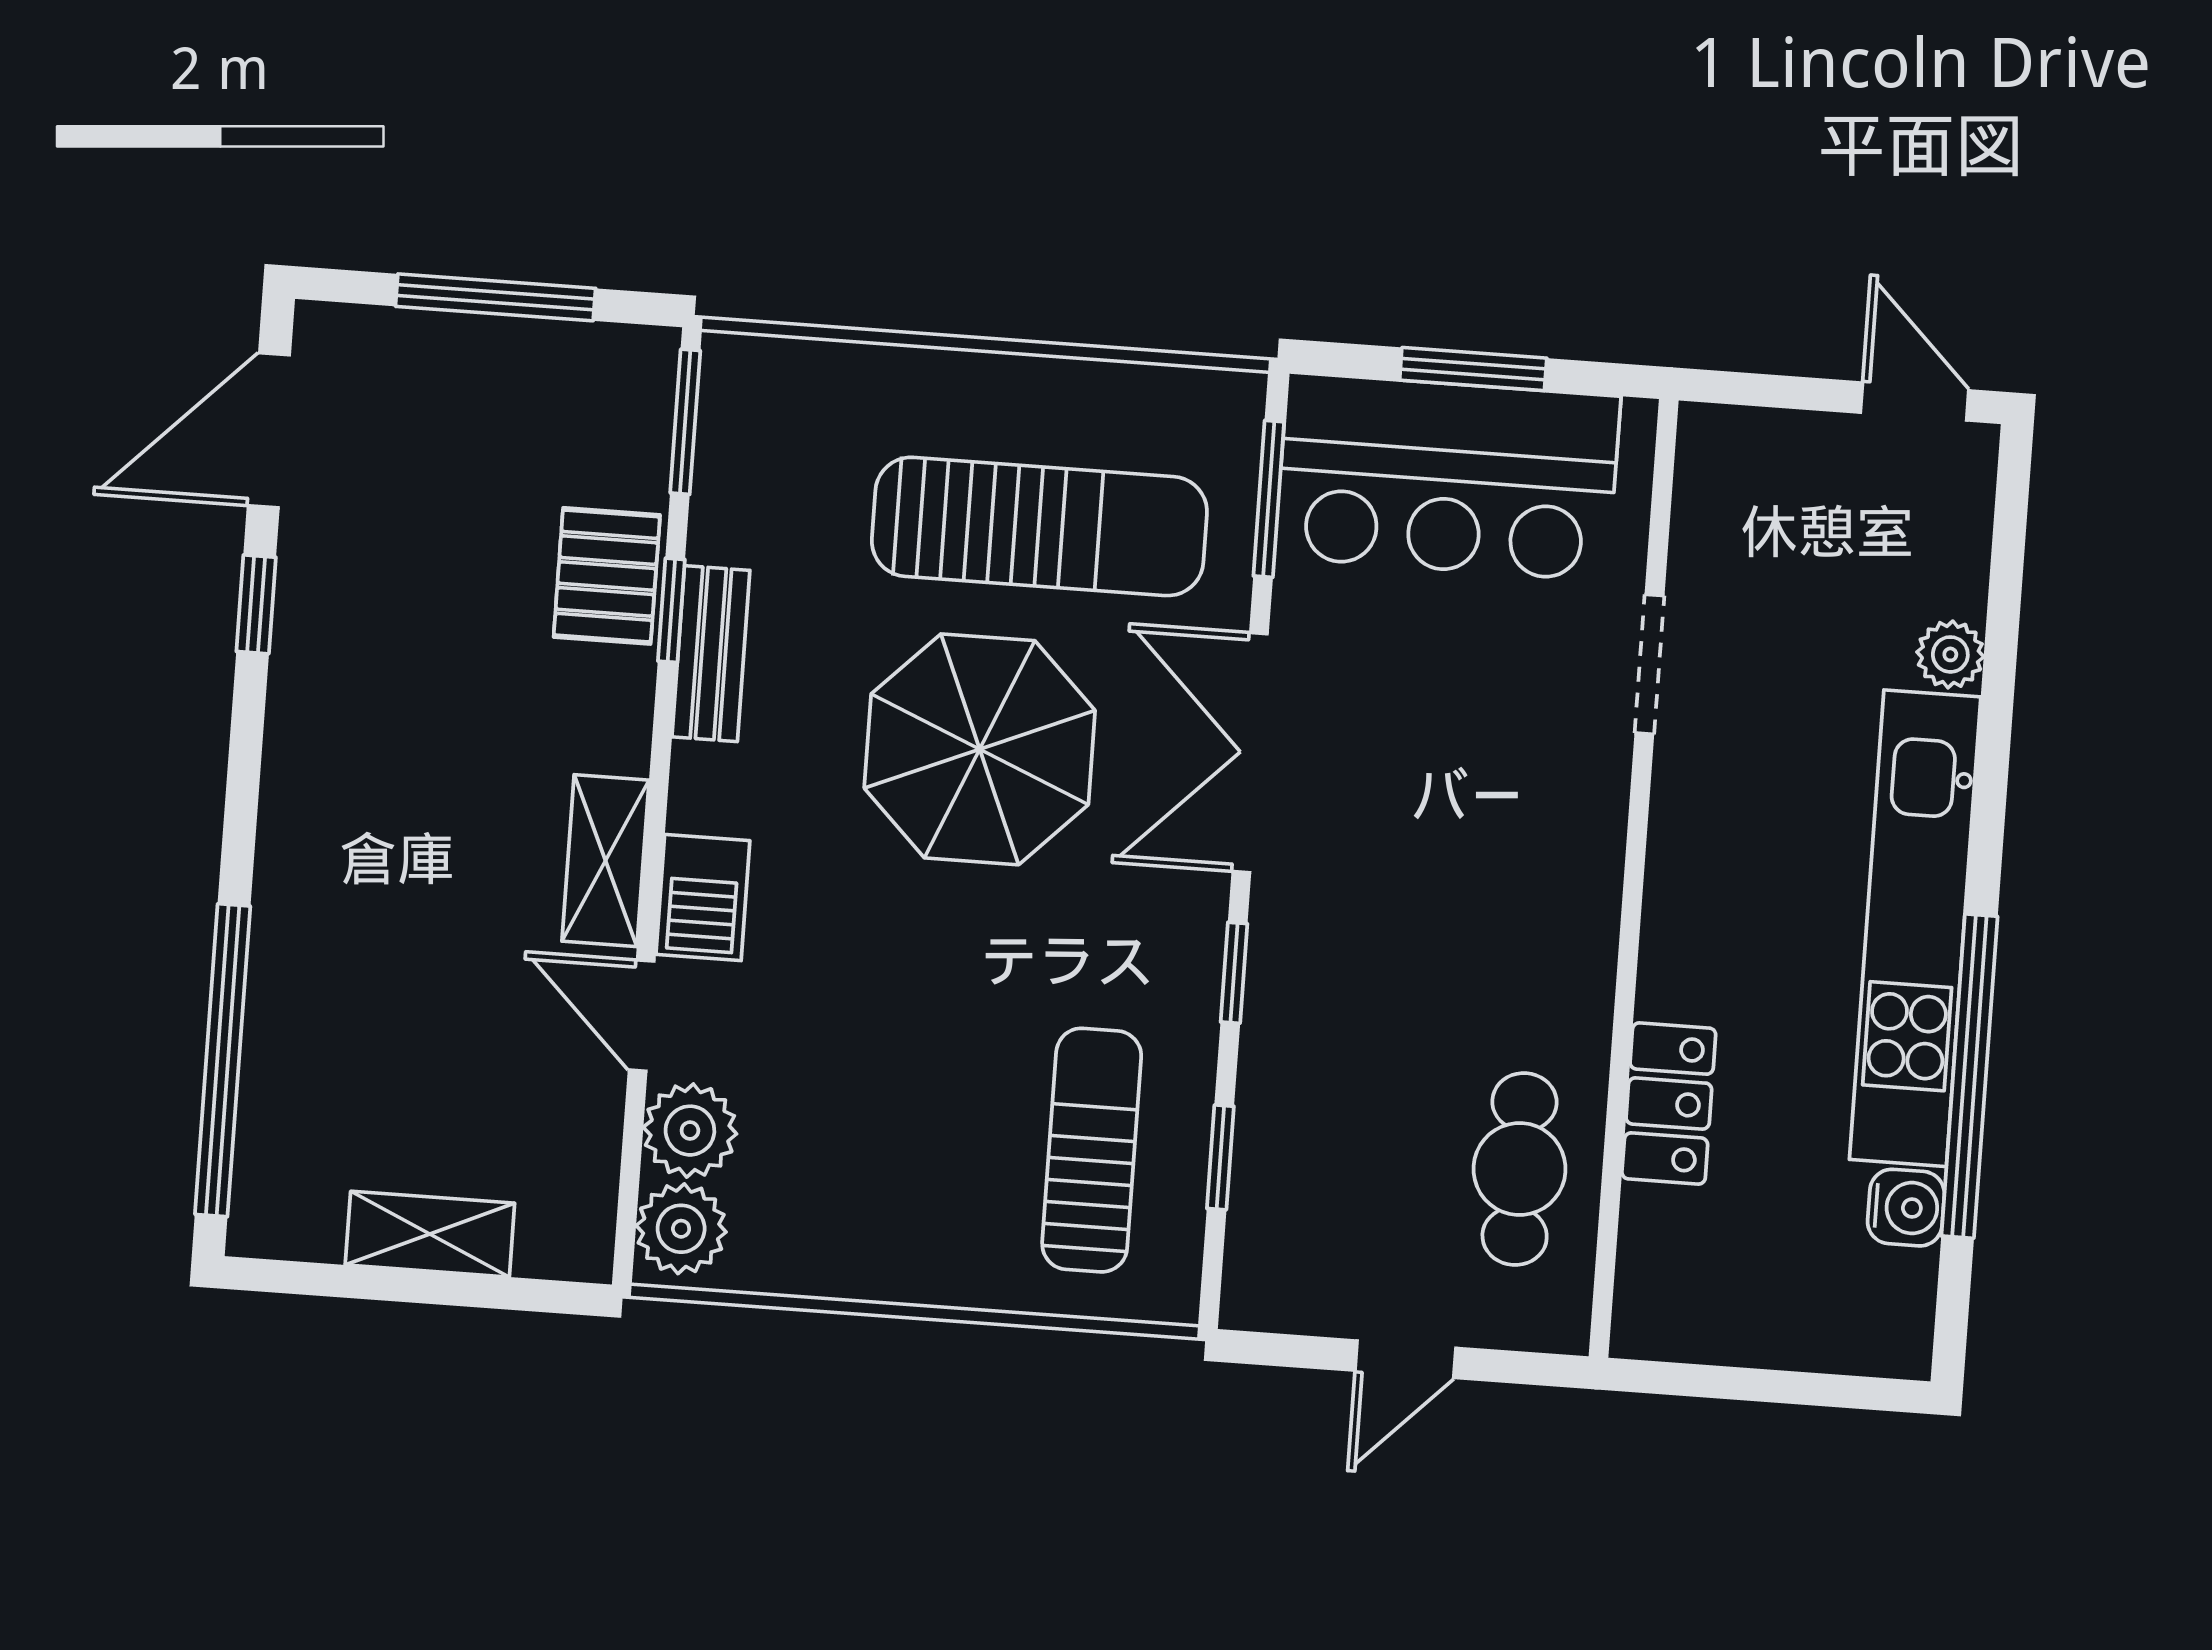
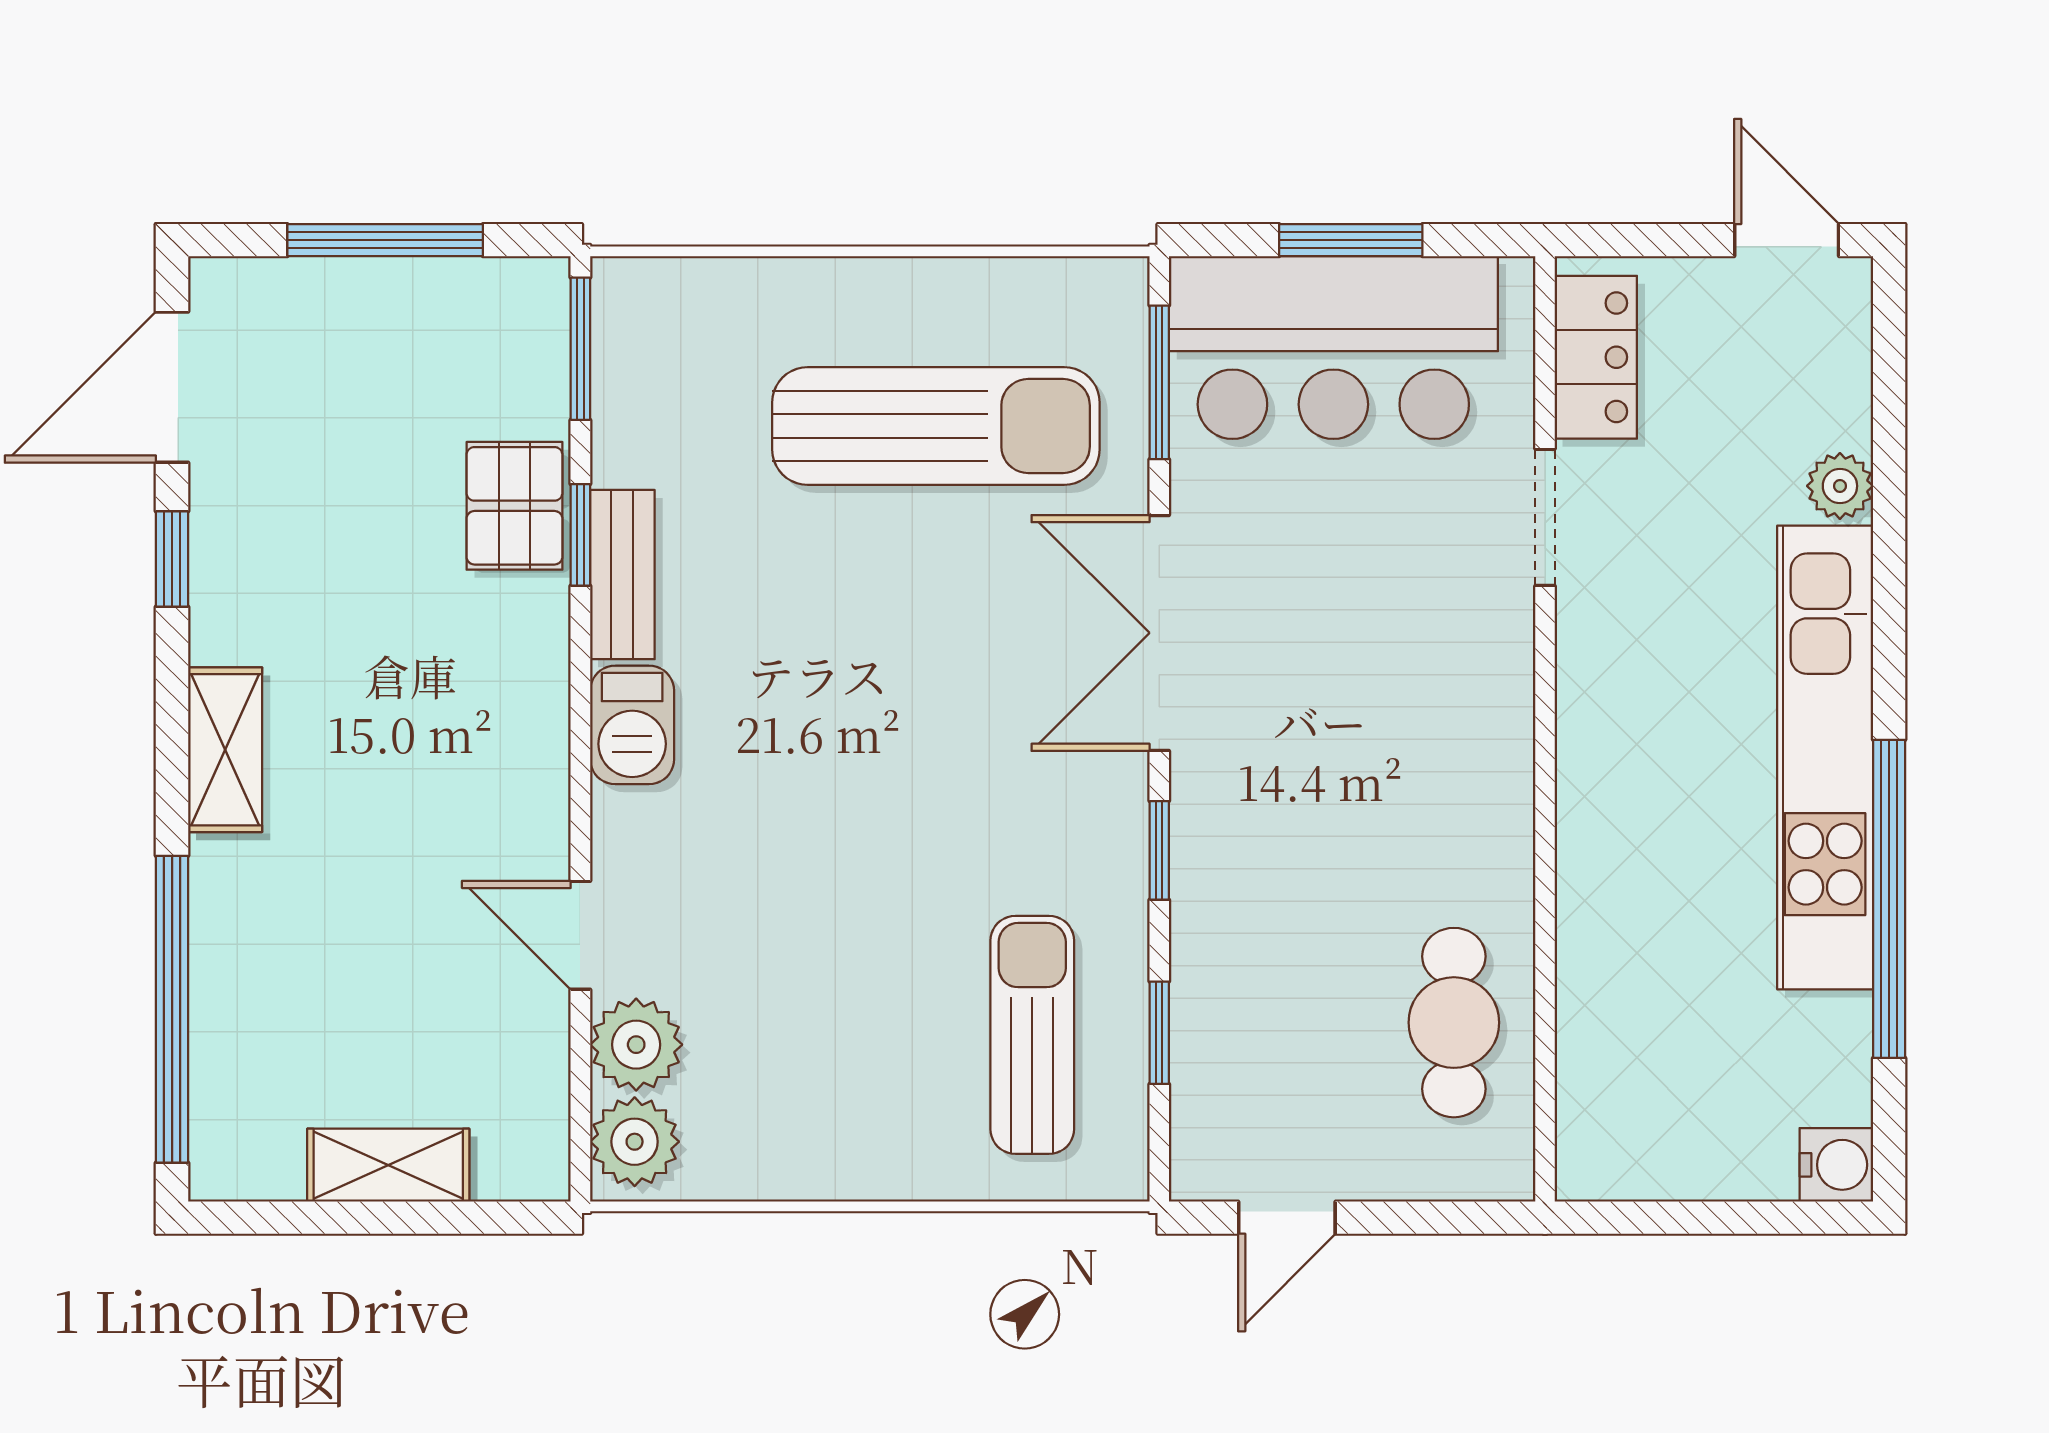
parasol: (980, 749) -> (893, 649), removed
shelving: (605, 861) -> (225, 750), moved
barbecue: (703, 898) -> (632, 725), moved
locker: (1669, 1104) -> (1596, 357), moved
water cooler: (1906, 1208) -> (1836, 1165), moved
door: (1405, 1359) -> (1287, 1218), moved

